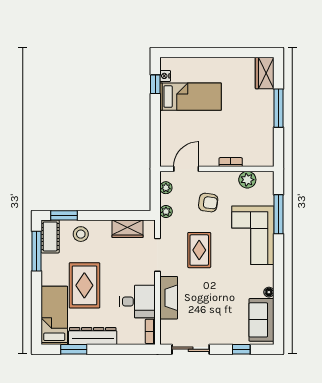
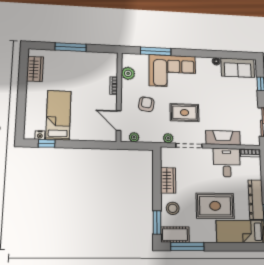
wardrobe: (265, 73) -> (35, 69), moved, turned -90
plant: (166, 212) -> (168, 138), moved
wardrobe: (128, 229) -> (168, 180), moved

